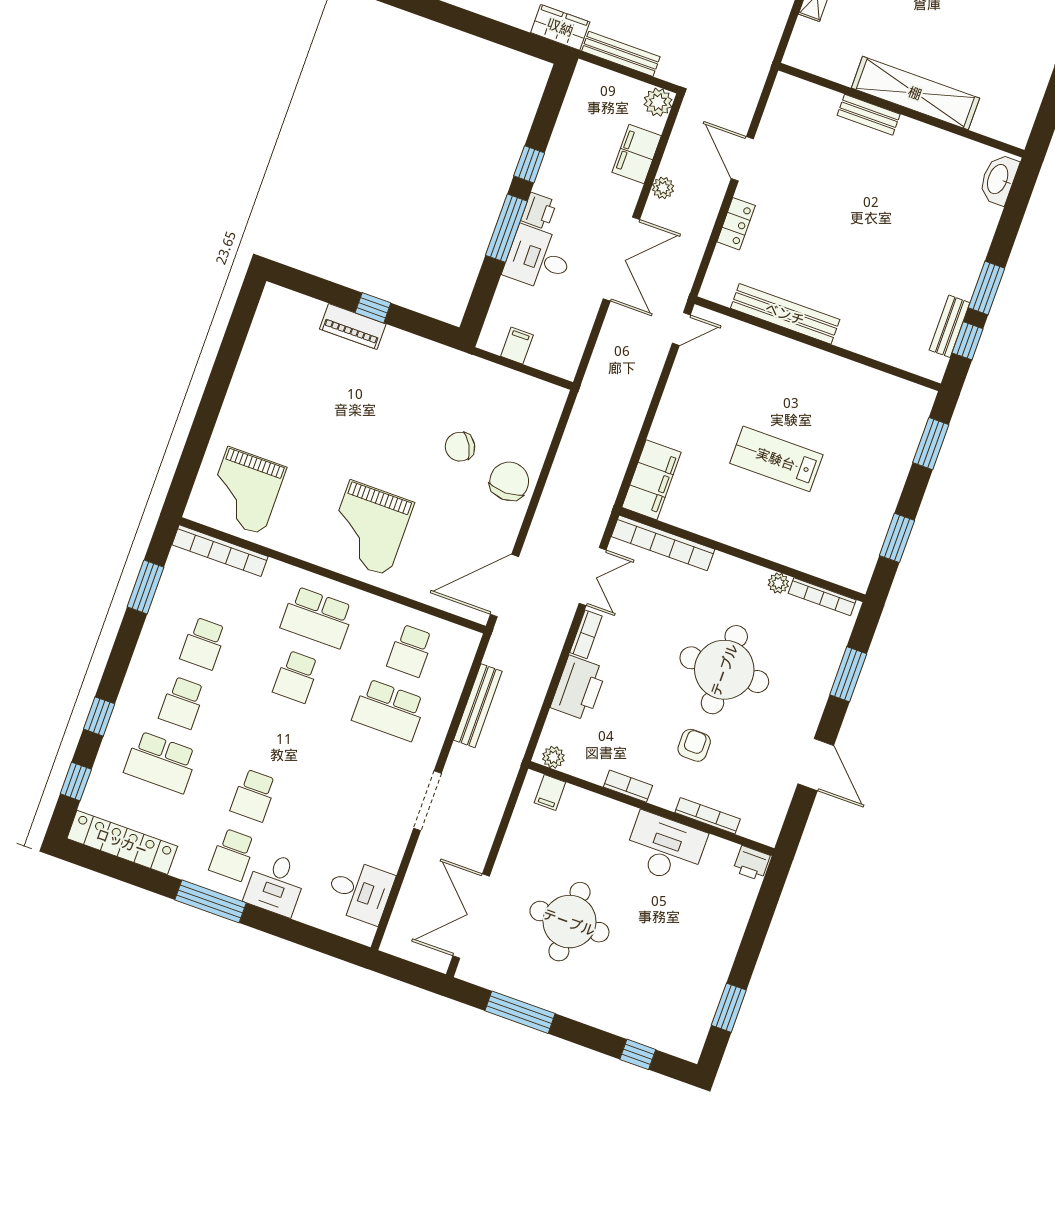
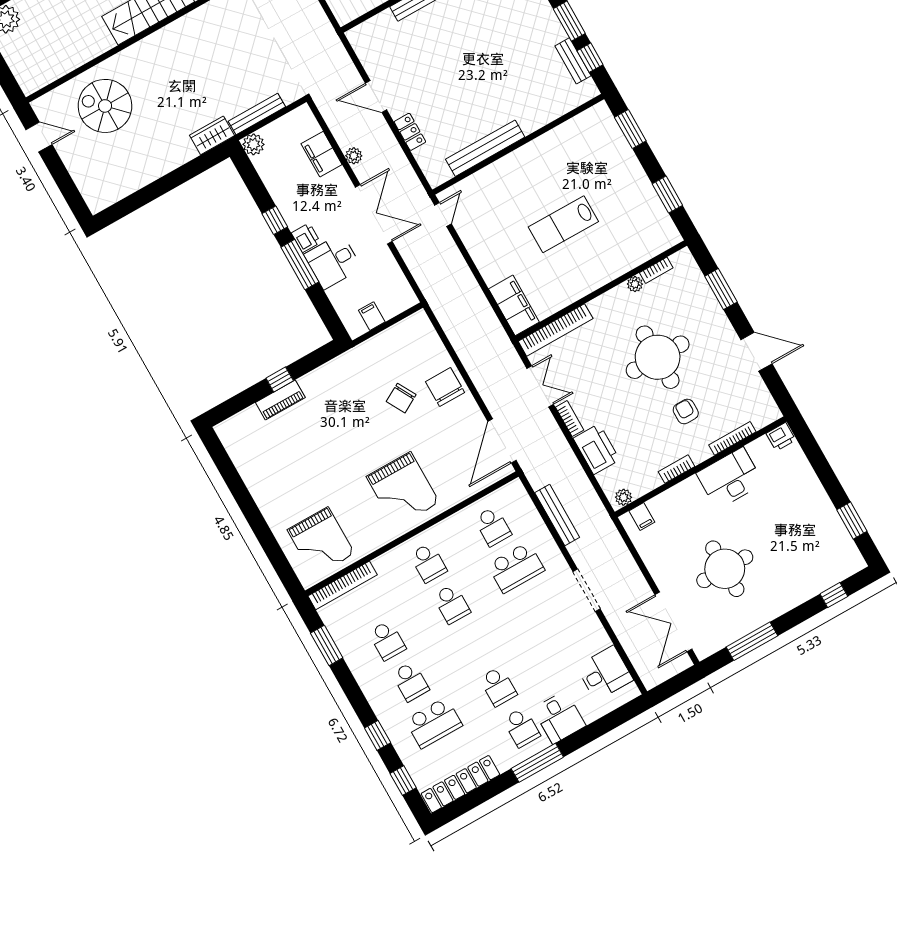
plant: (658, 102) -> (253, 144), moved
bookcase: (822, 597) -> (656, 270), width x0.64
school desk: (317, 617) -> (428, 563), width x0.54

